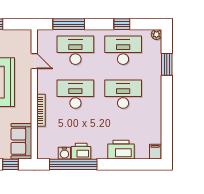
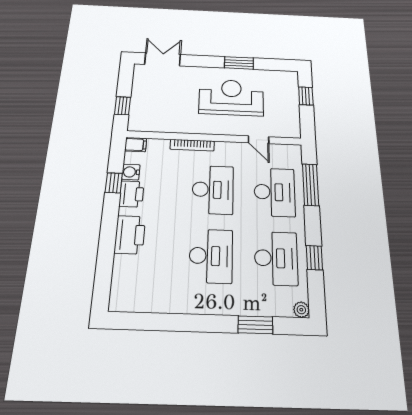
door: (34, 61) -> (259, 140), hinge flipped
sofa: (21, 141) -> (152, 120), removed
printer: (121, 150) -> (130, 235), moved
filing cabinet: (155, 152) -> (136, 145), moved
window: (73, 164) -> (114, 183), width x0.32

